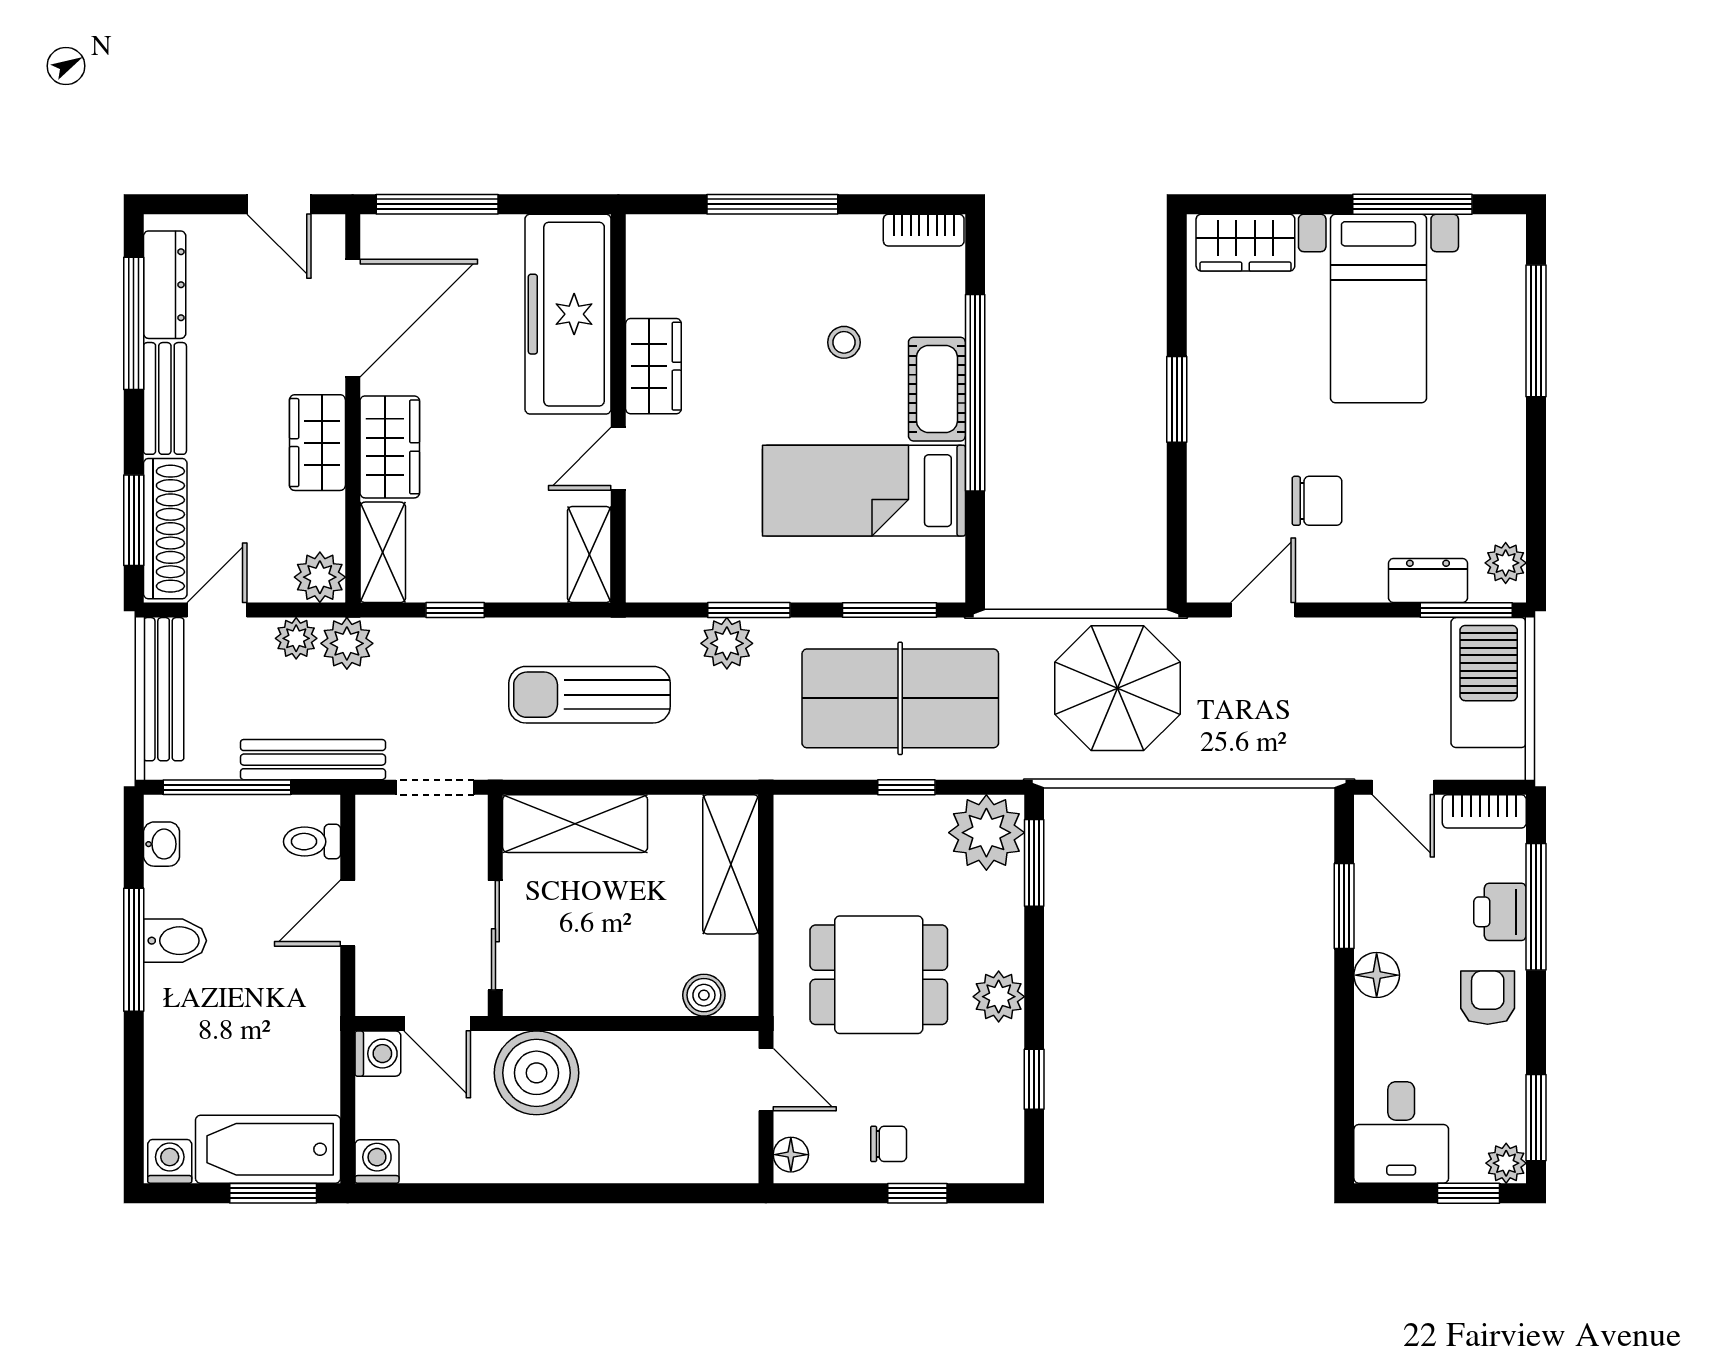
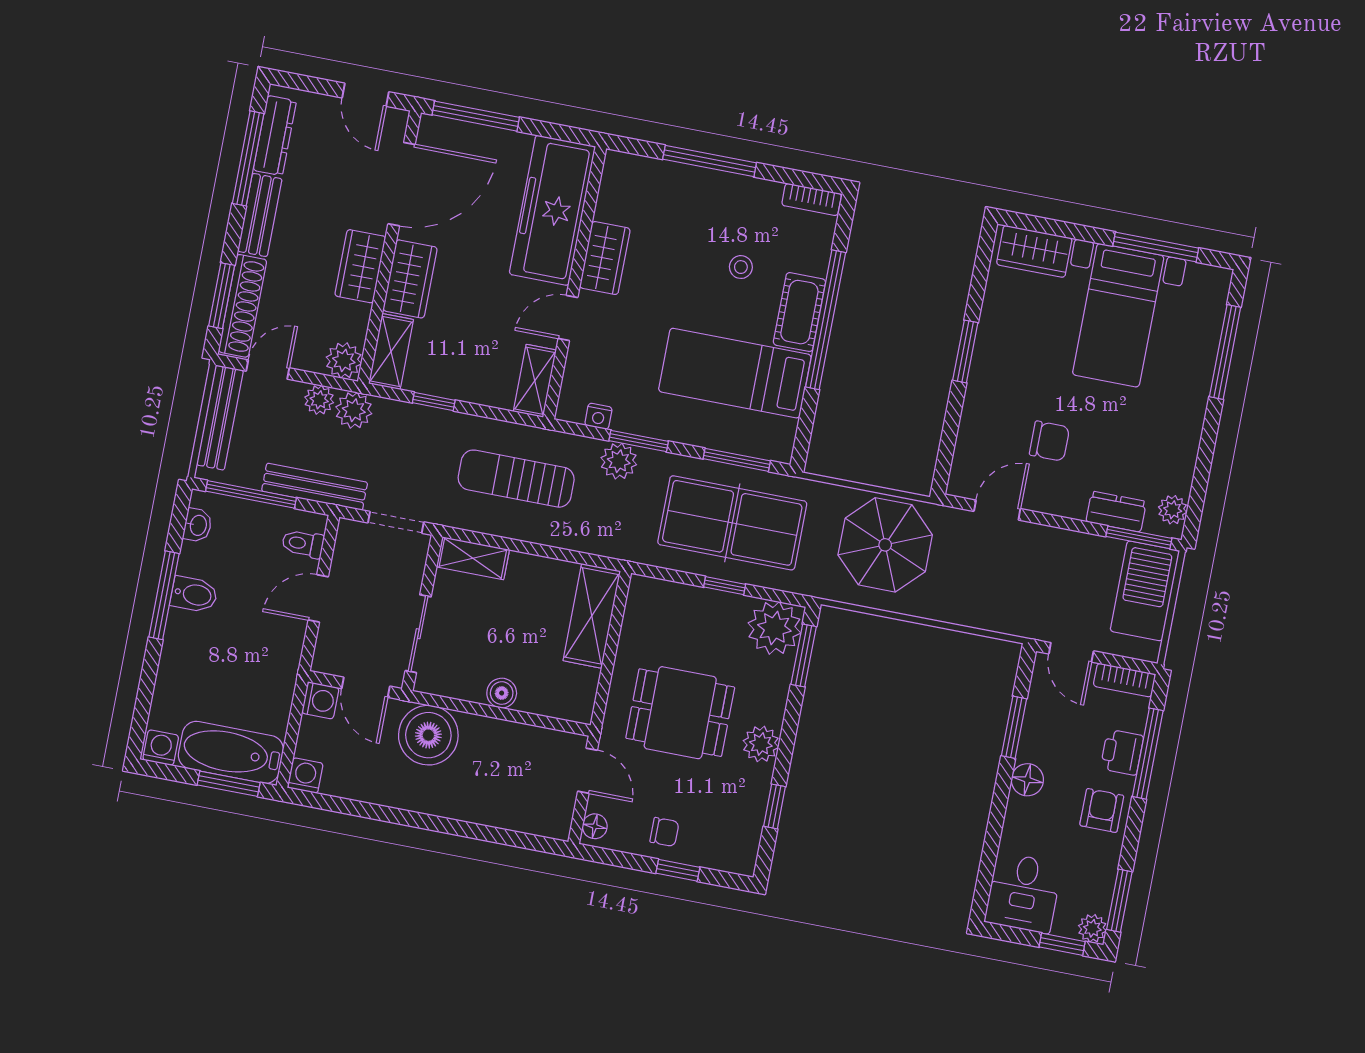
nightstand: (687, 587) -> (598, 416), added
shelving: (575, 824) -> (473, 558), width x0.67, depth x0.75
boiler: (704, 995) -> (502, 693), moved

